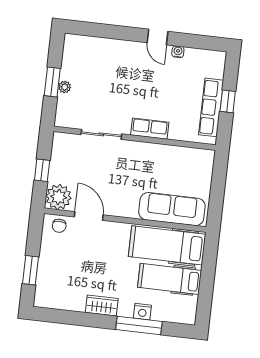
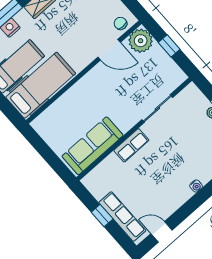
door: (158, 37) -> (161, 232), moved
water cooler: (178, 52) -> (196, 186), moved
row of seats: (211, 107) -> (122, 217), moved
sofa: (172, 209) -> (93, 146), moved, turned 180

